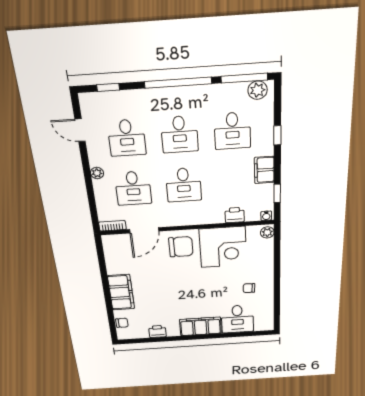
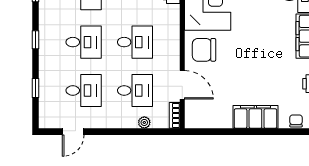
window: (178, 83) -> (36, 40), width x0.32
window: (108, 87) -> (36, 88), moved
plant: (97, 173) -> (144, 122), moved
chair: (181, 247) -> (204, 50), turned -90

